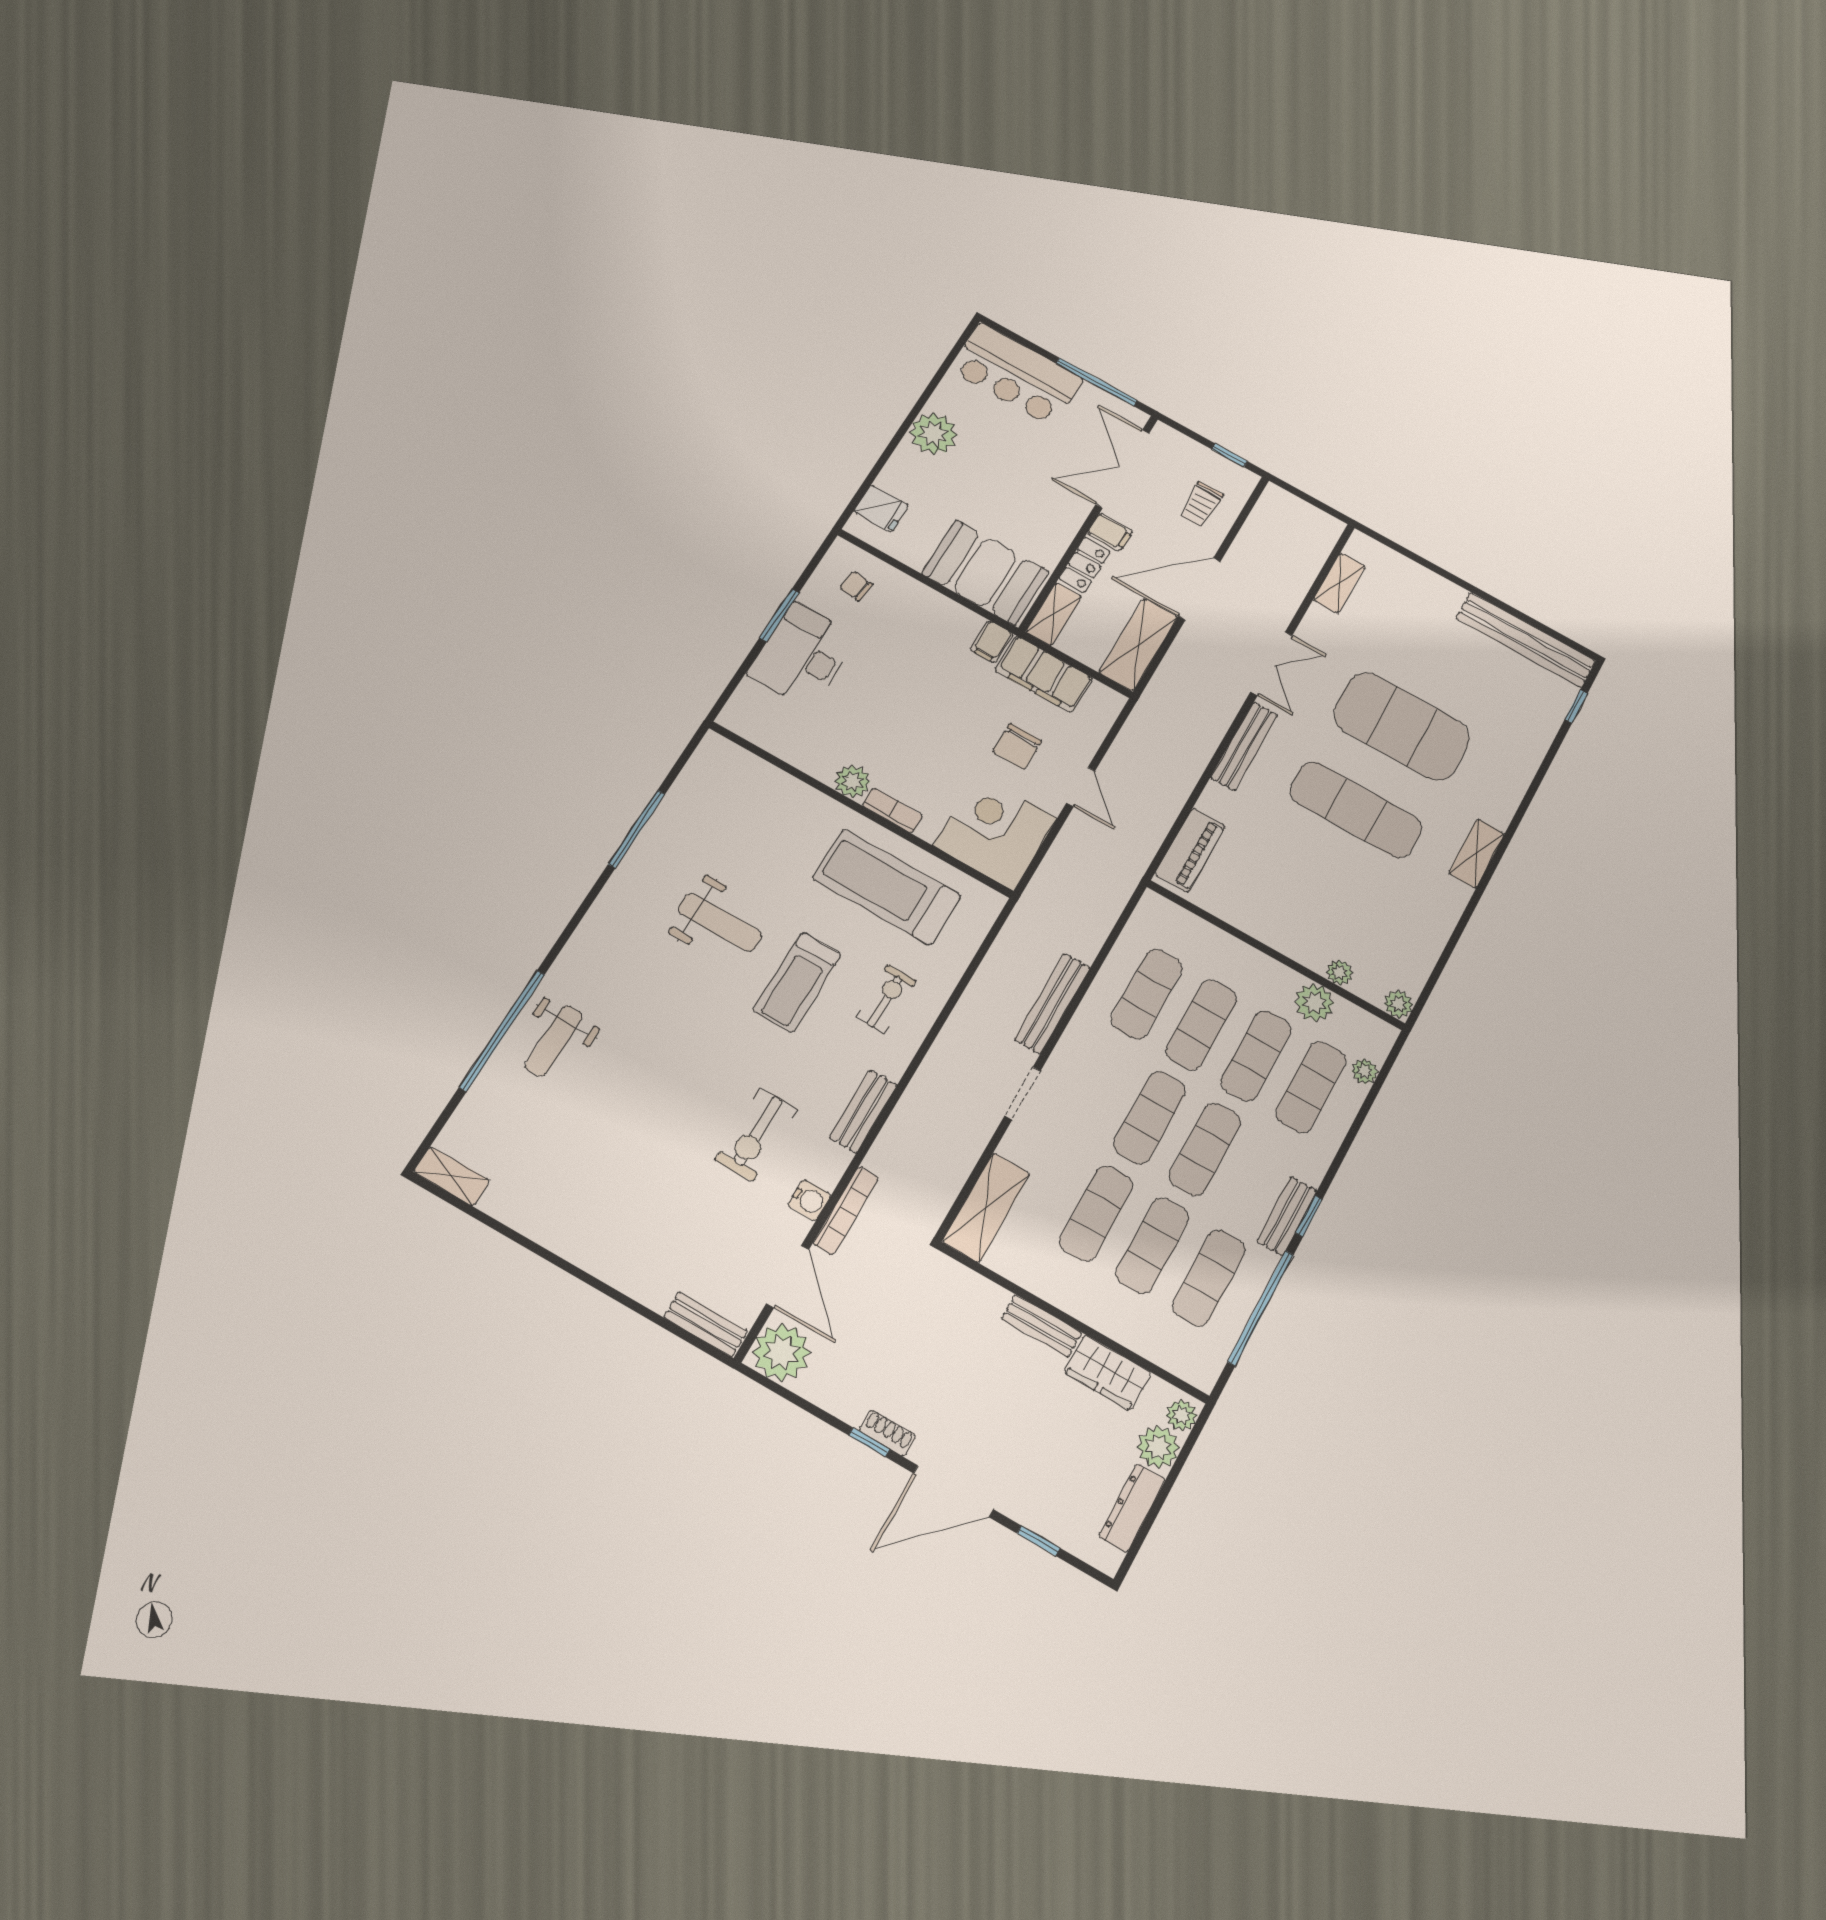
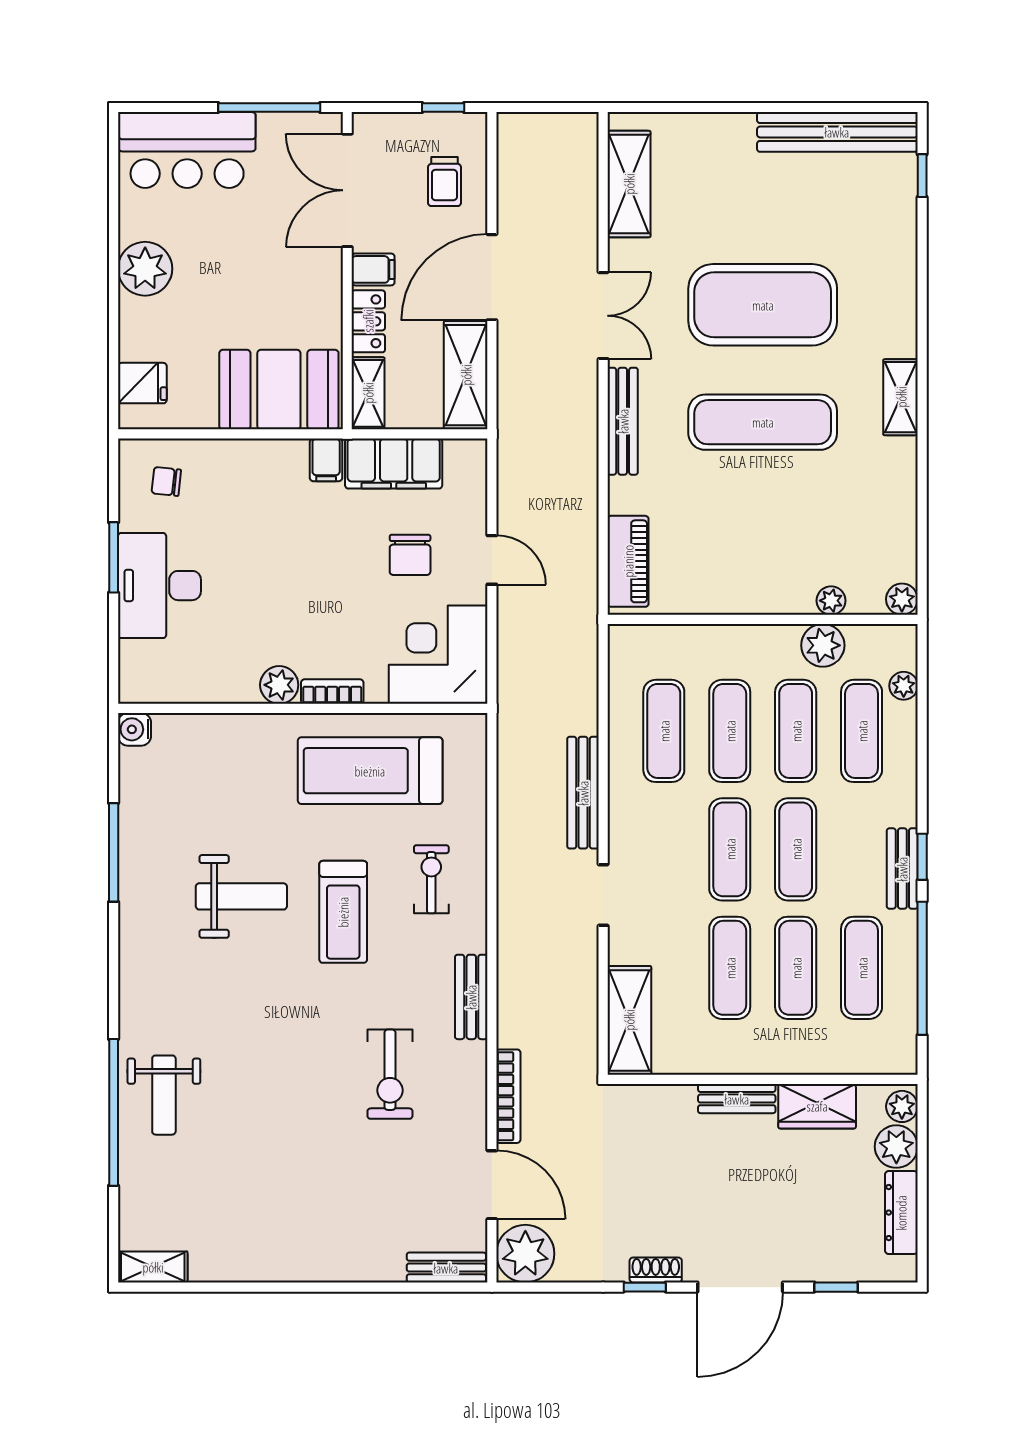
shelving: (1339, 583) -> (629, 184), width x1.50, depth x1.33
water cooler: (809, 1200) -> (134, 729), moved, turned 180

